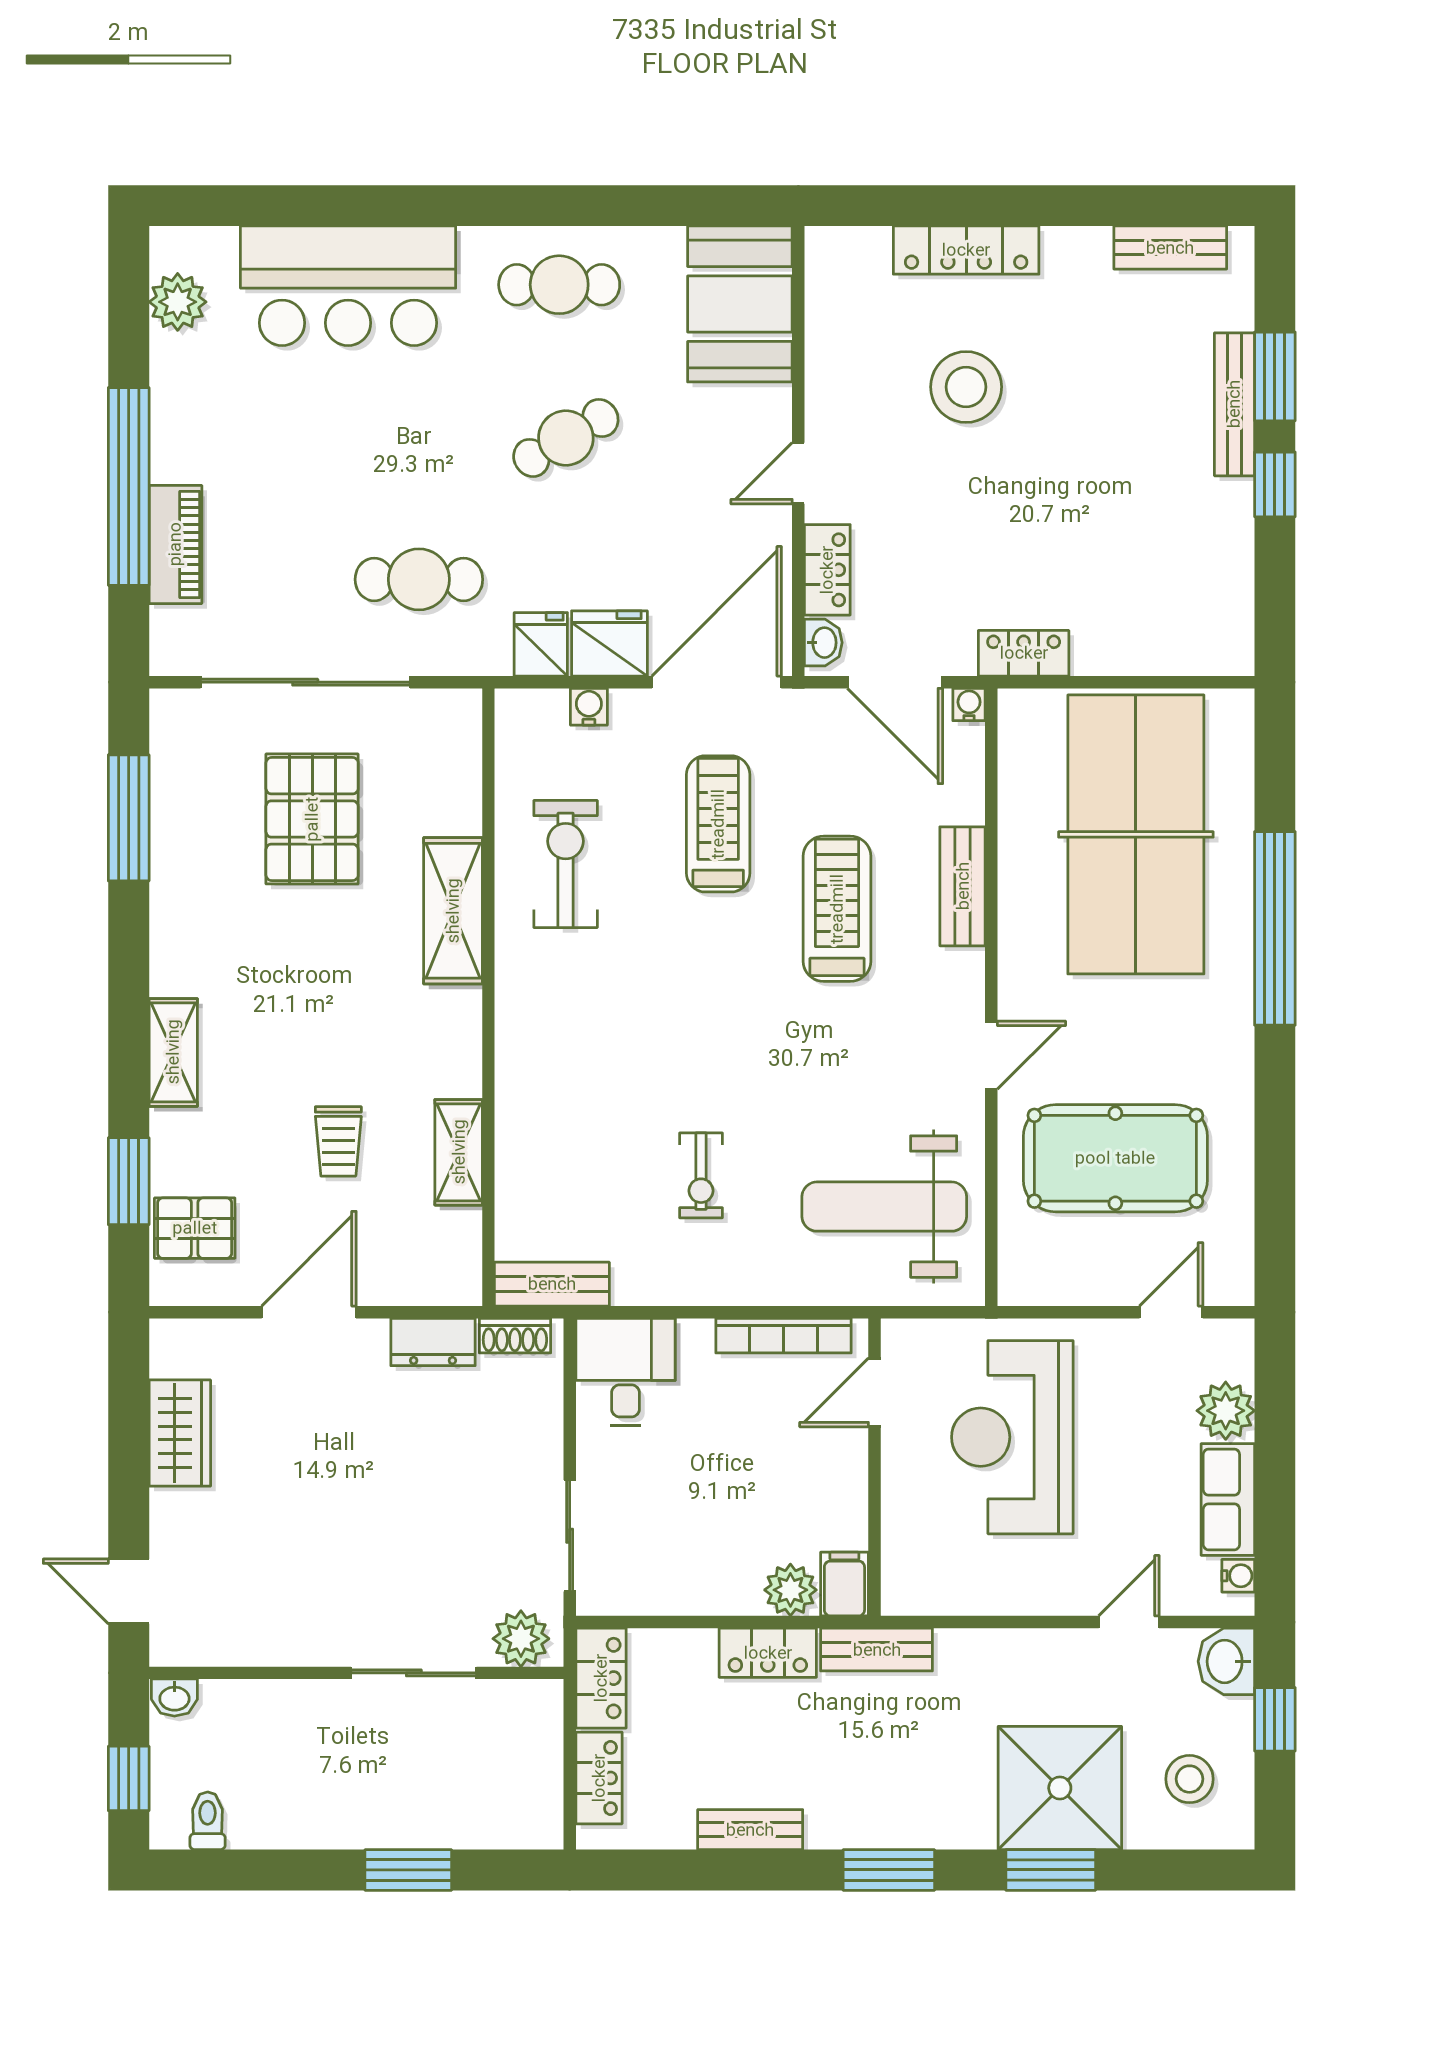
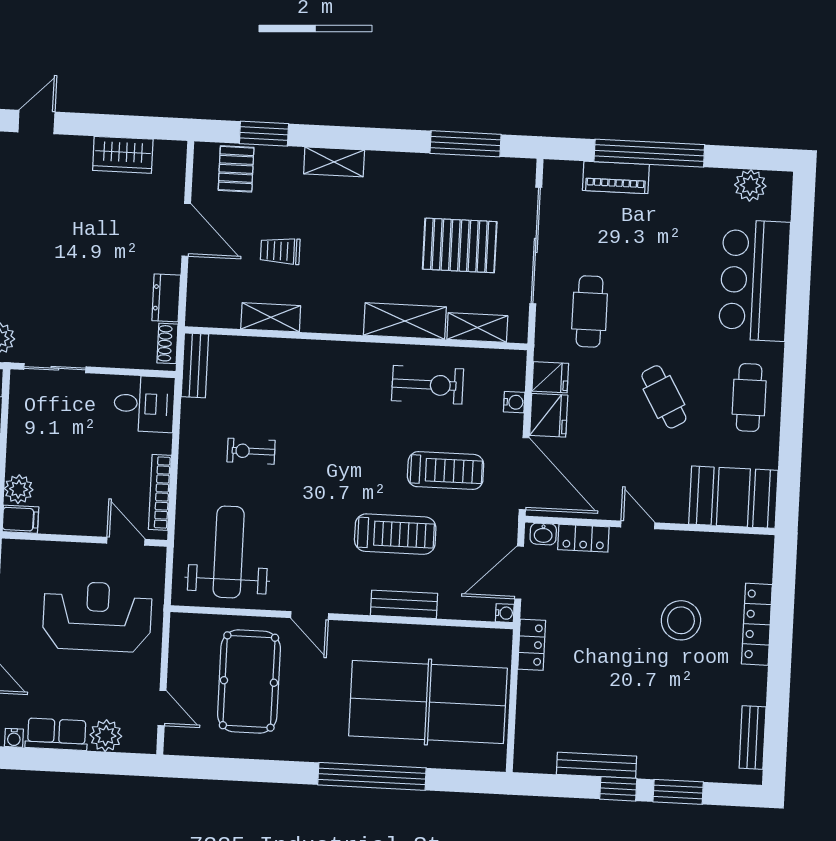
bench: (1234, 404) -> (597, 765), moved
shelving: (458, 780) -> (477, 328), added

